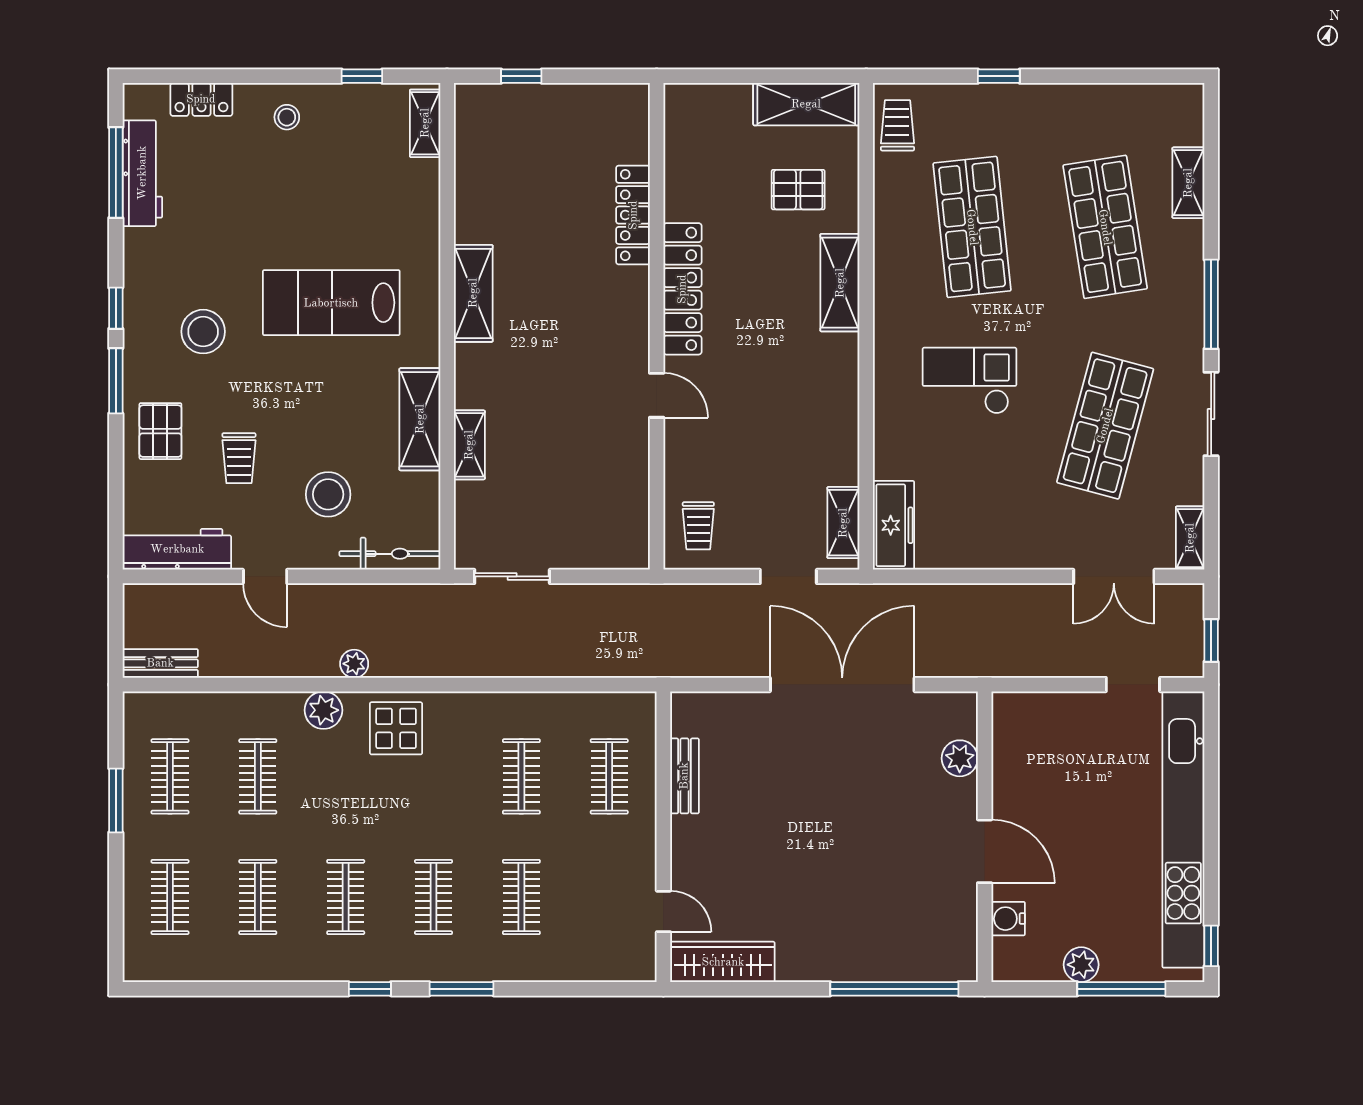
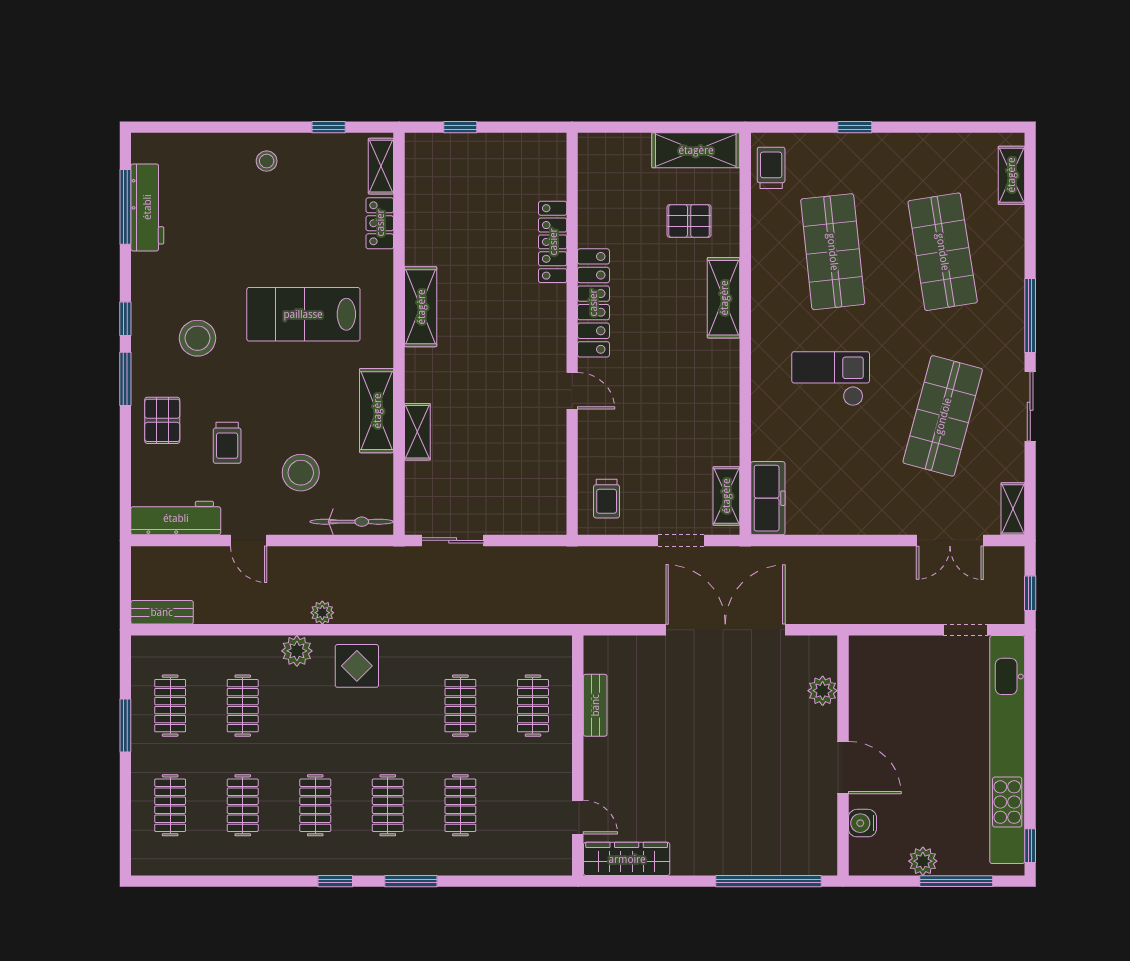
locker: (201, 99) -> (380, 223), moved, turned 90
shelving: (1188, 183) -> (1011, 175), moved

